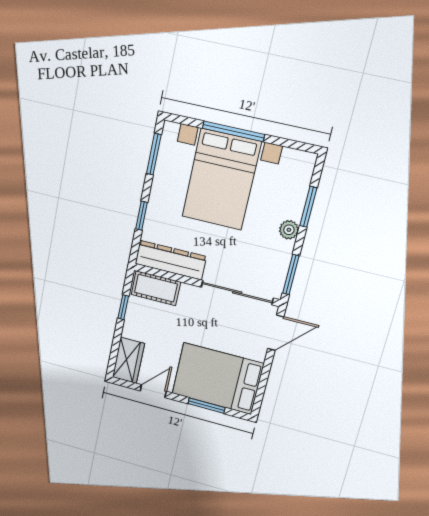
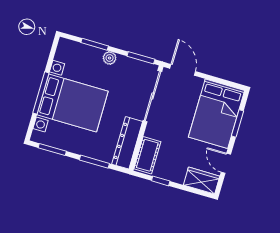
window: (142, 216) -> (94, 162), width x1.50

